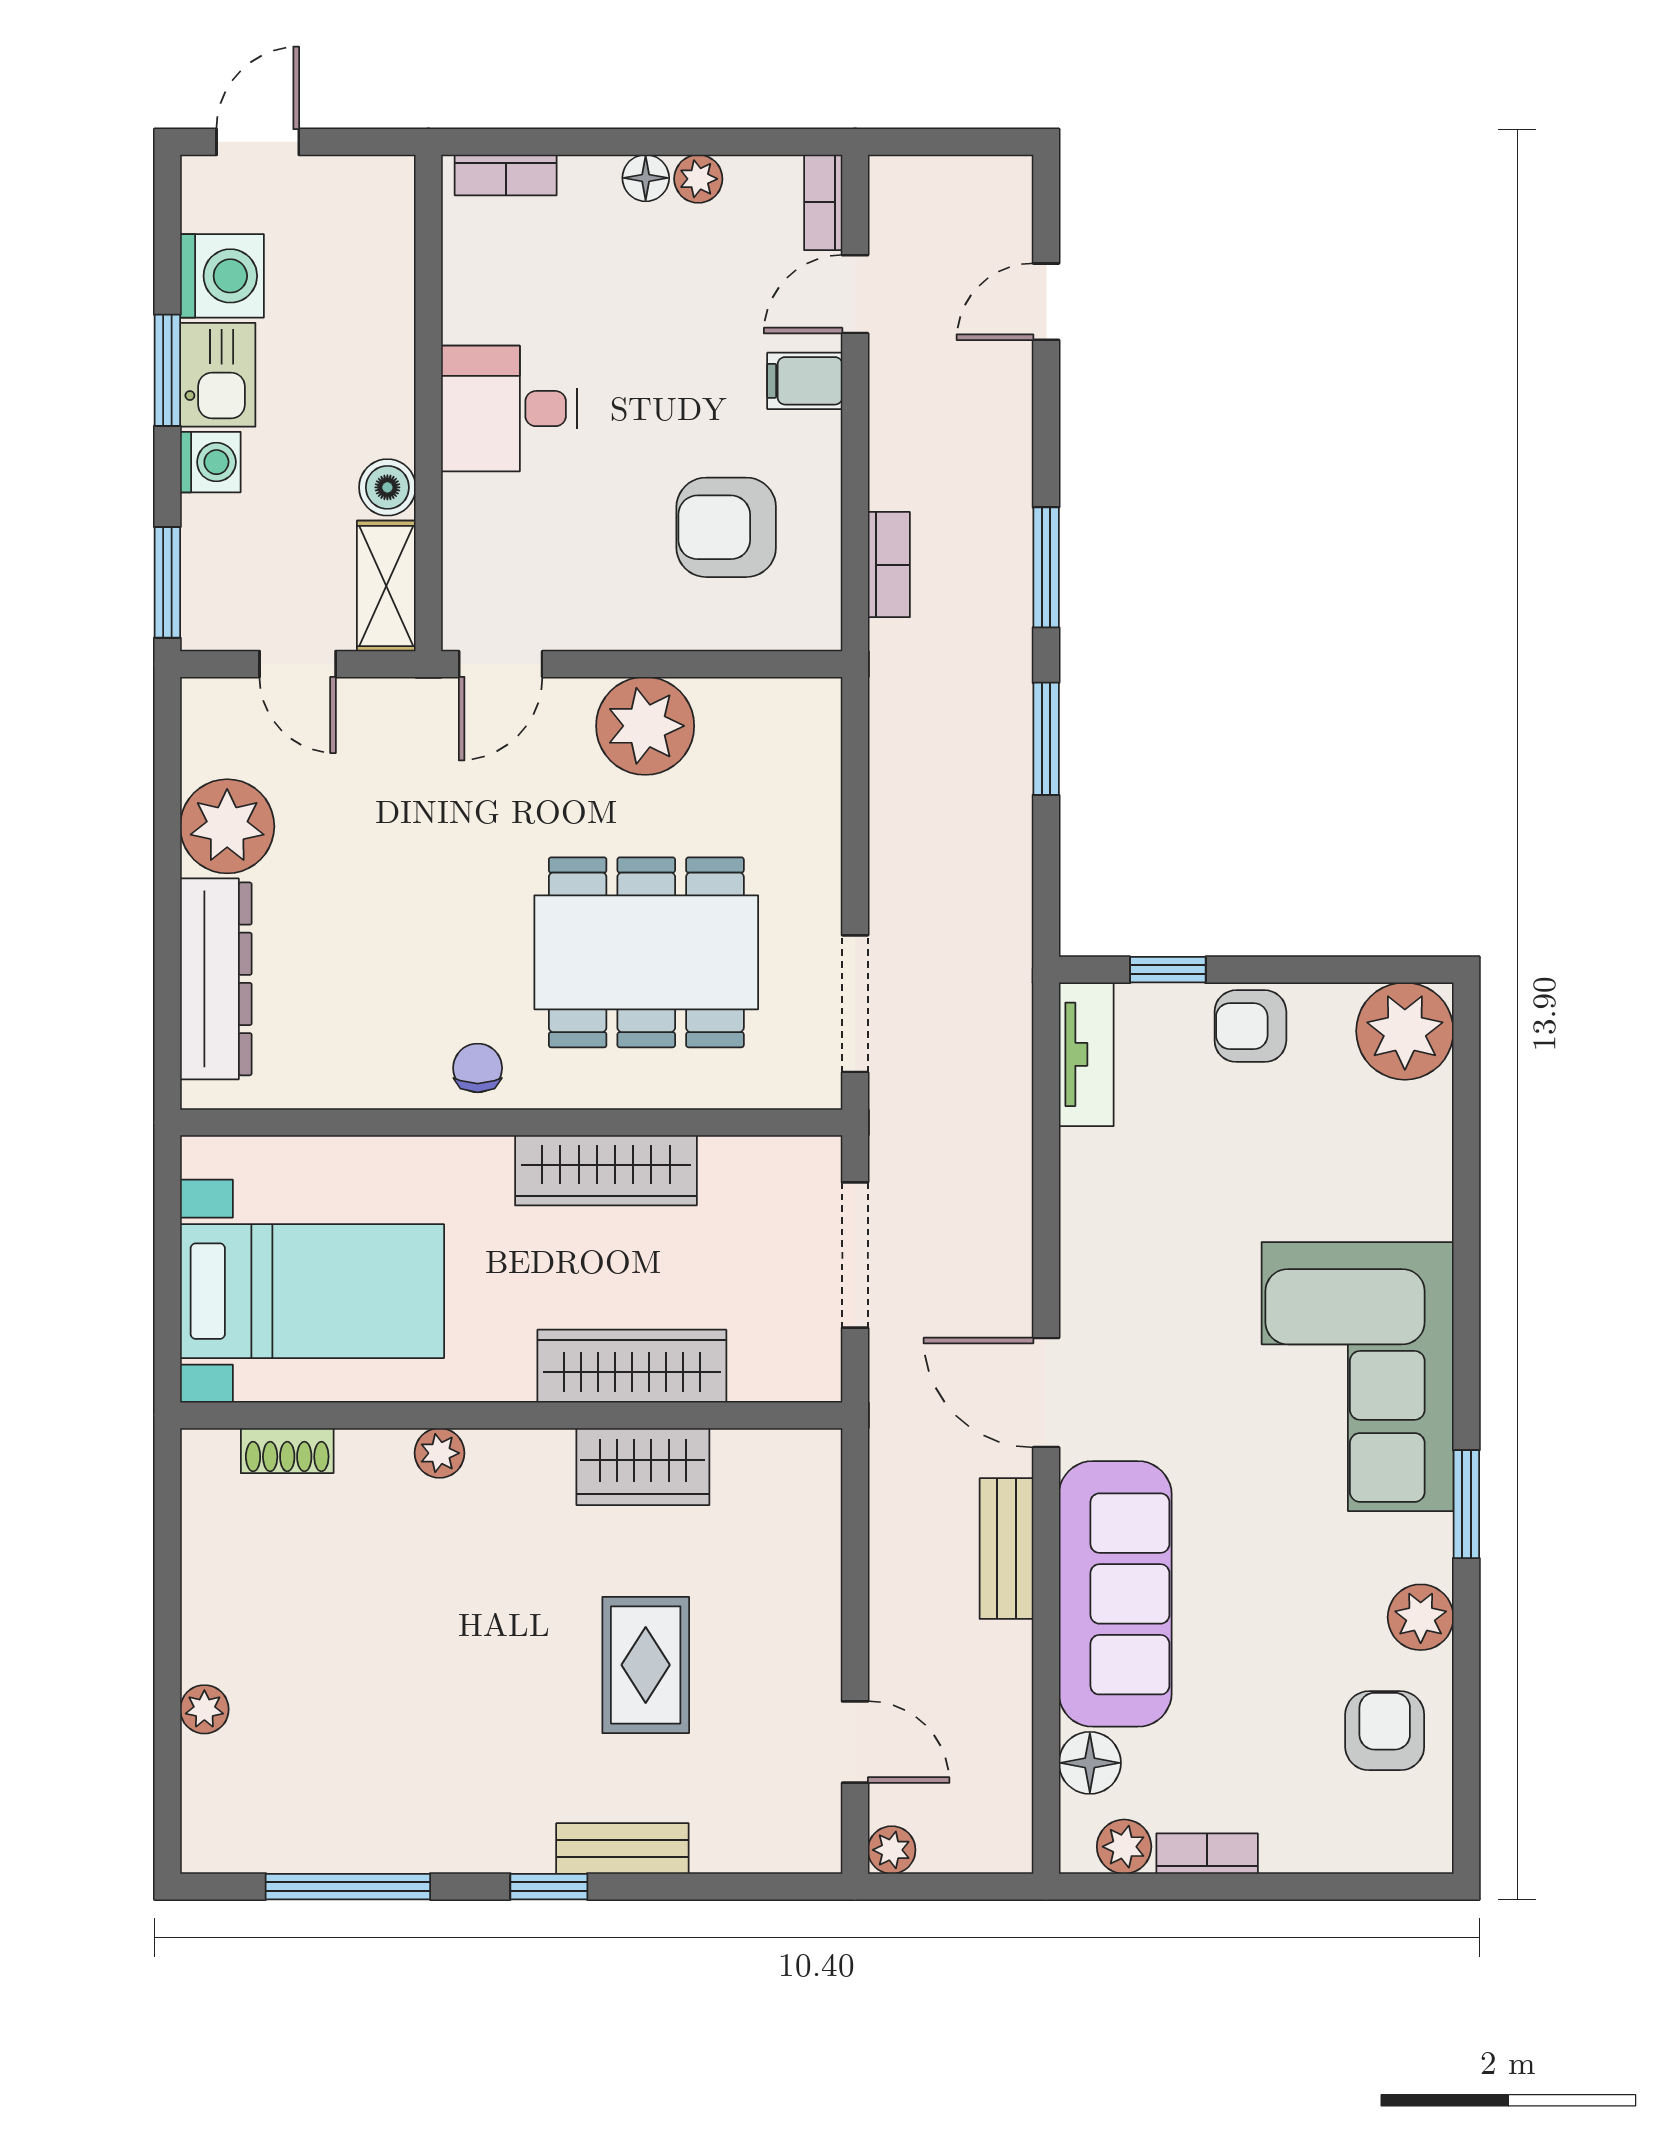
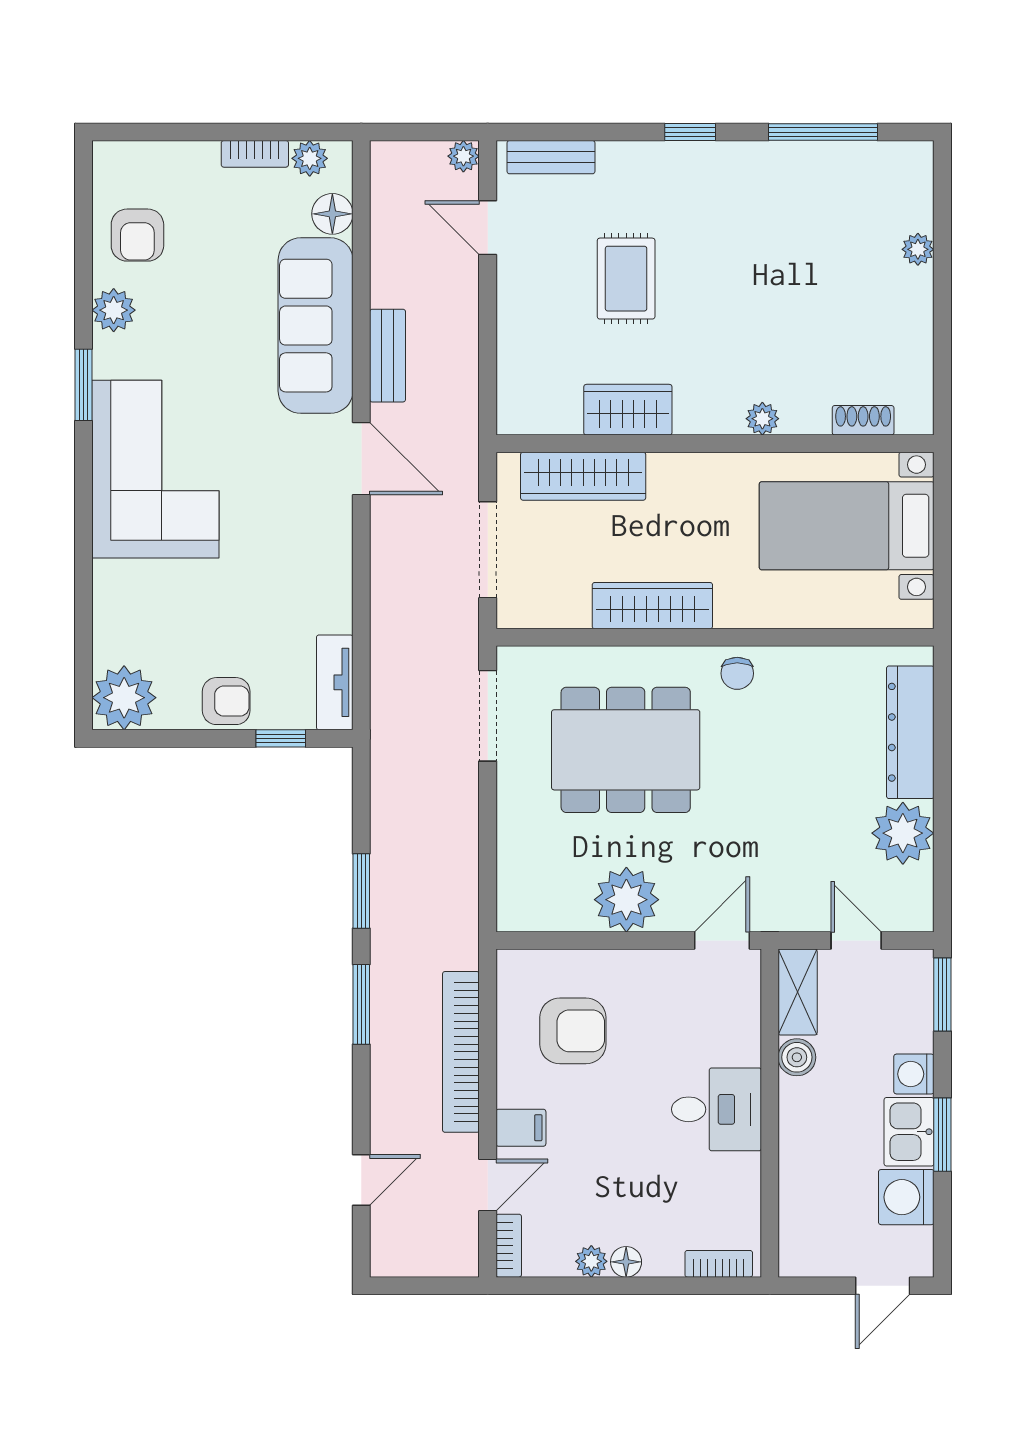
bookcase: (889, 565) -> (461, 1052), width x2.31, depth x1.31
wardrobe: (632, 1366) -> (583, 476), moved
bench: (622, 1849) -> (551, 157), moved

